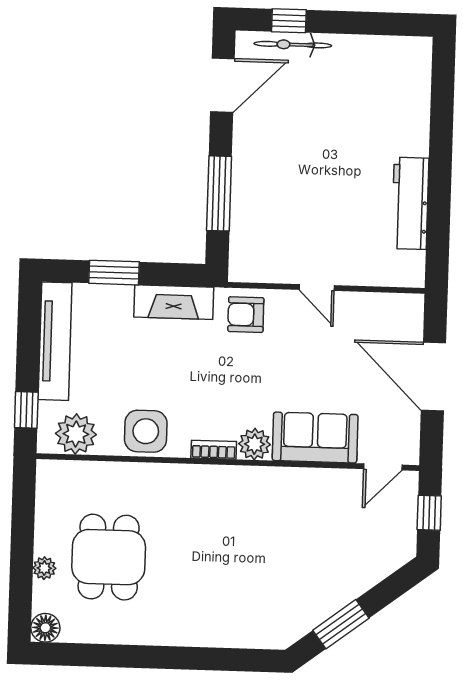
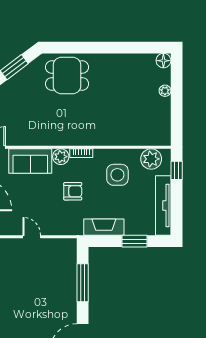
armchair: (246, 315) -> (73, 191), moved
side table: (146, 431) -> (117, 175), moved
dining table: (109, 557) -> (67, 75), moved, turned 90

